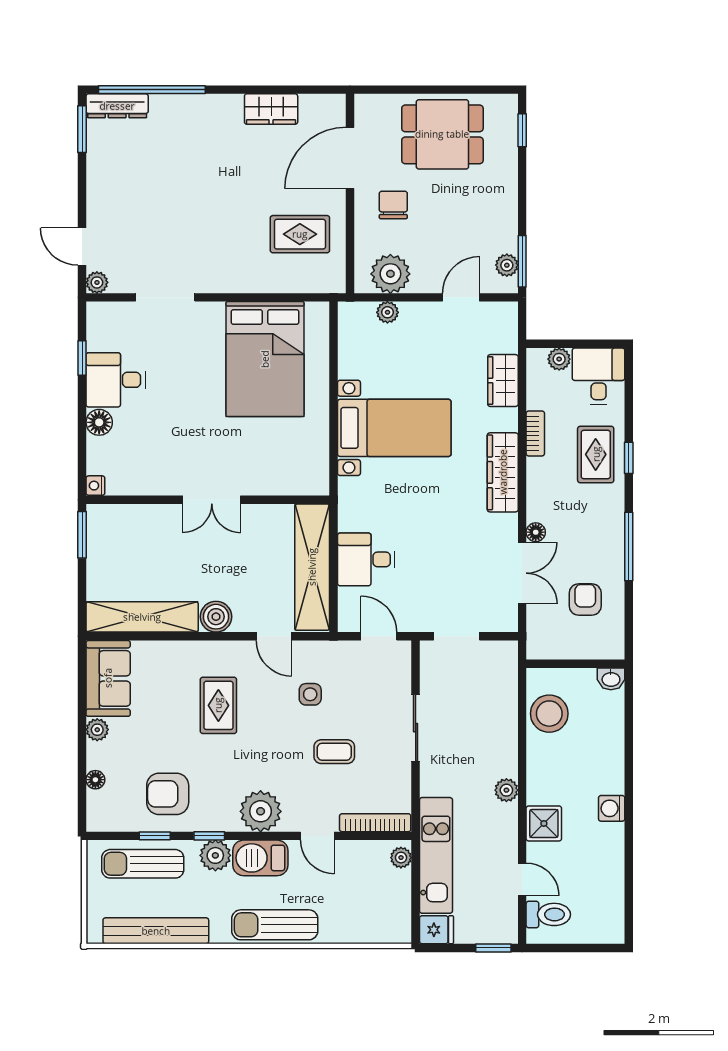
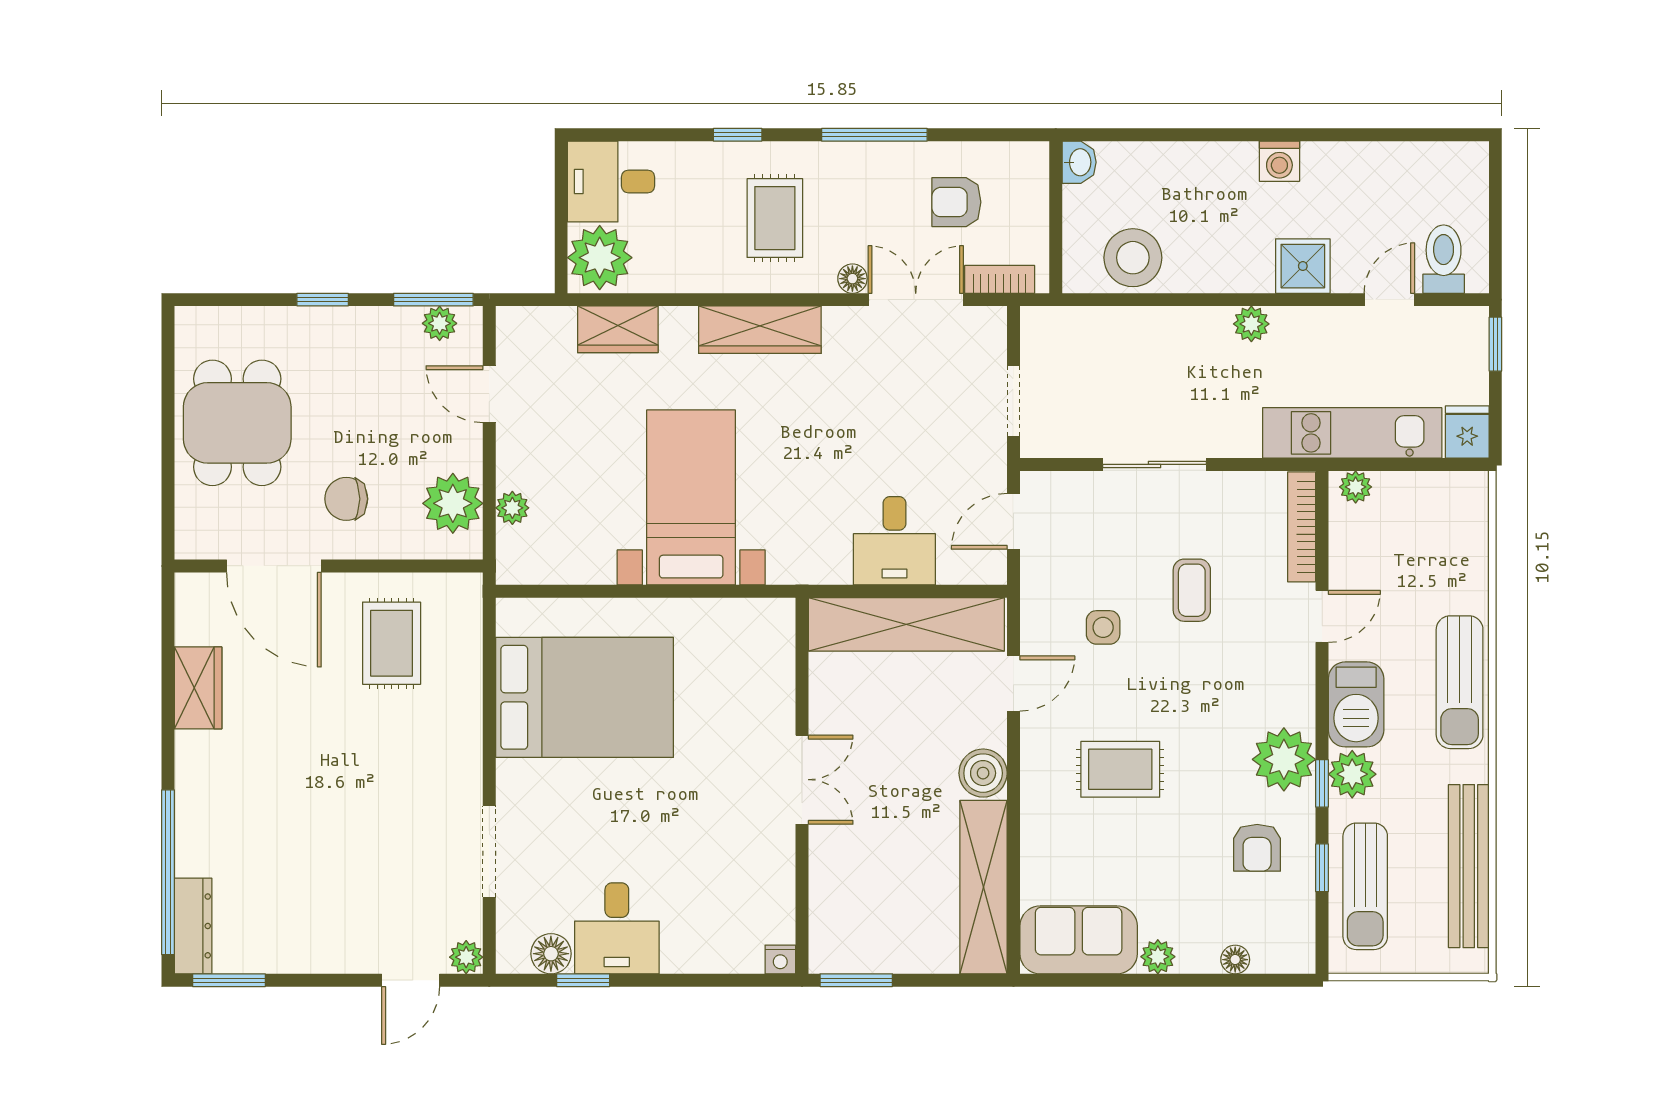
window: (522, 130) -> (323, 300), moved
plant: (559, 359) -> (600, 258), width x1.88, depth x1.88
floor lamp: (99, 422) -> (551, 954), moved
bookcase: (535, 433) -> (1000, 279), moved
rug: (596, 454) -> (775, 218), moved, turned 90
armchair: (168, 794) -> (1257, 848), width x0.72, depth x0.72
plant: (261, 811) -> (1284, 759), moved

